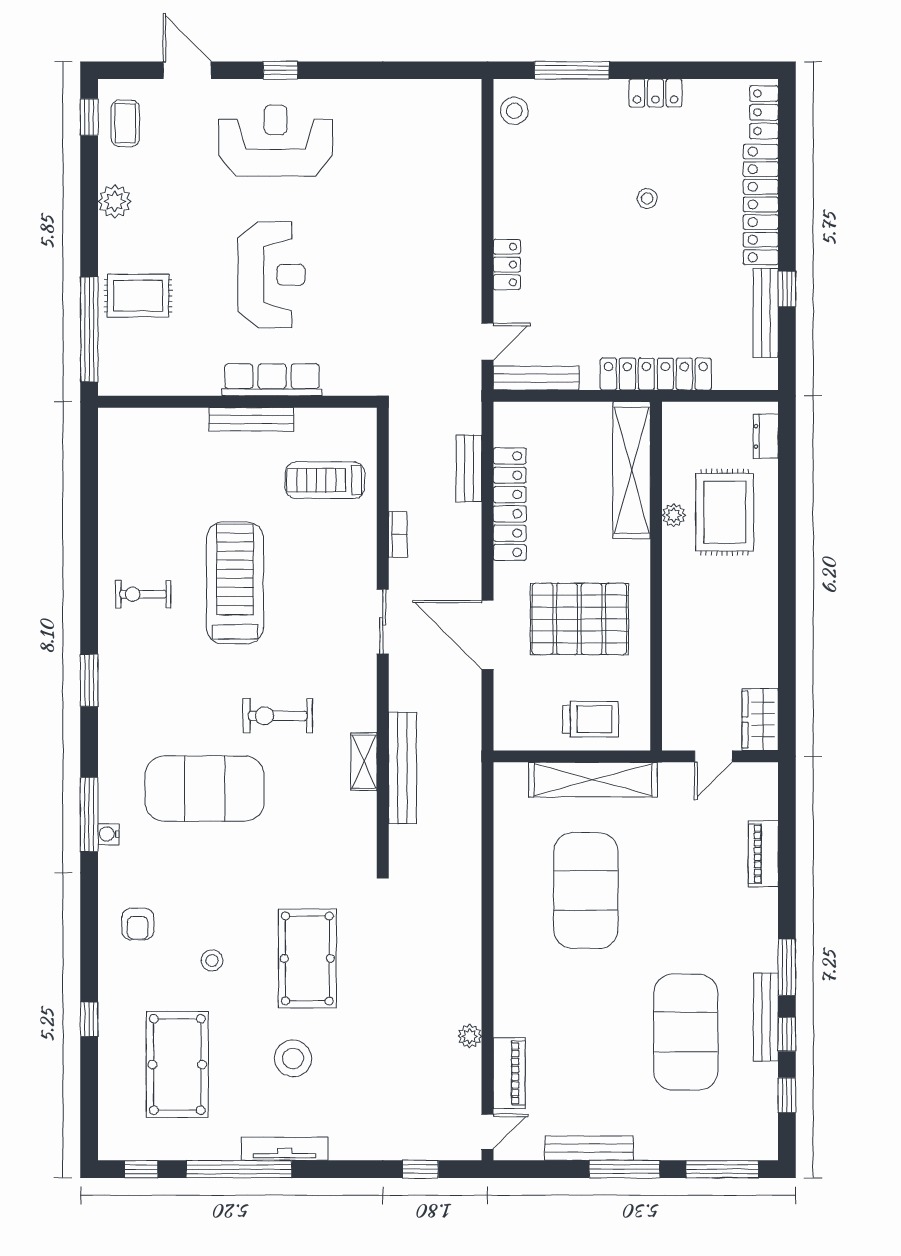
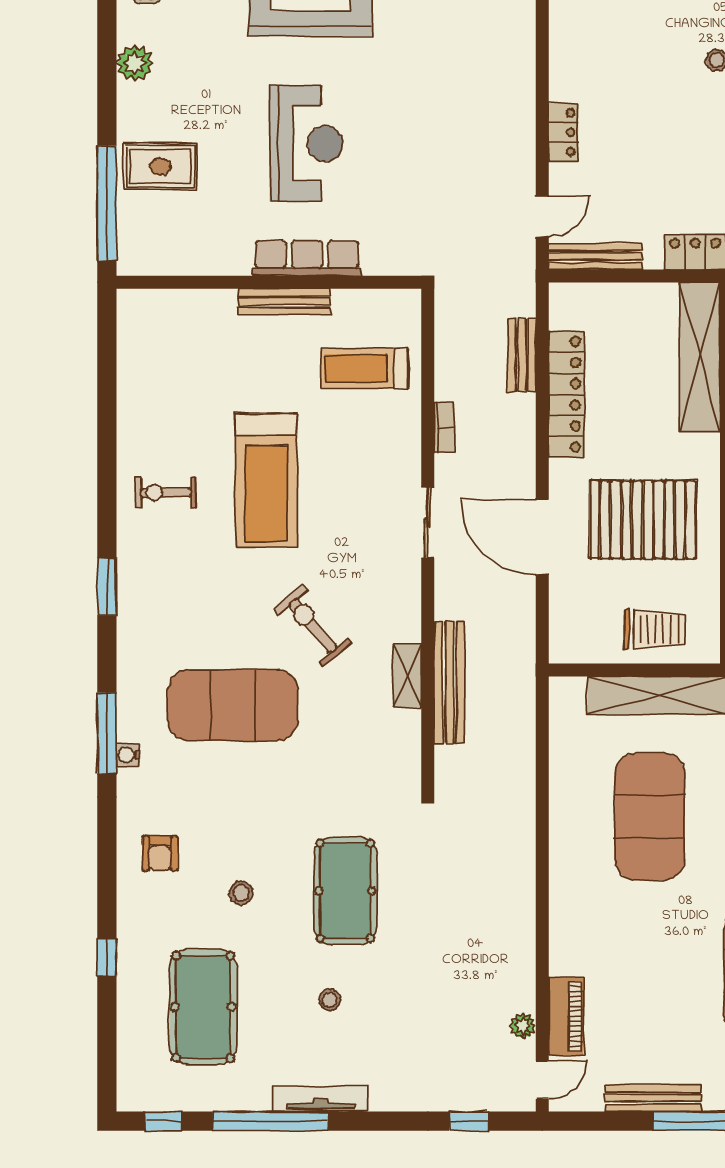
treadmill: (235, 583) -> (266, 480), turned 180
exercise bike: (278, 716) -> (313, 626), turned 50
plant: (470, 1036) -> (523, 1026), moved
stool: (293, 1058) -> (330, 1000), width x0.53, depth x0.53

